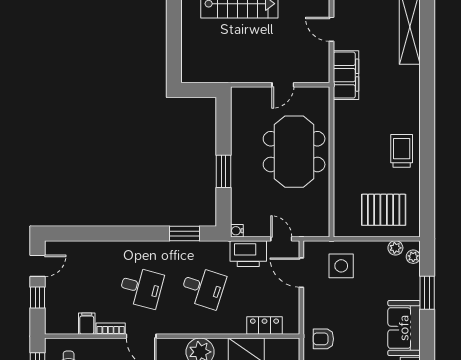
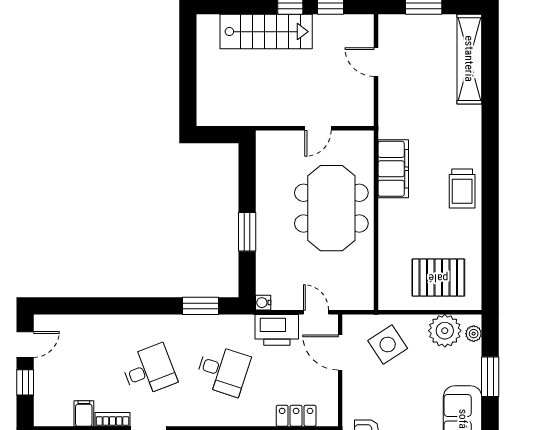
filing cabinet: (346, 75) -> (393, 169), moved
trolley: (402, 151) -> (462, 188), moved, turned 180
plant: (395, 248) -> (445, 331), width x1.88, depth x1.88
side table: (341, 266) -> (388, 344), turned -33
desk: (141, 287) -> (149, 370), turned -36

